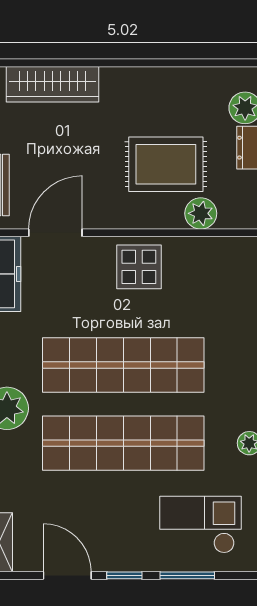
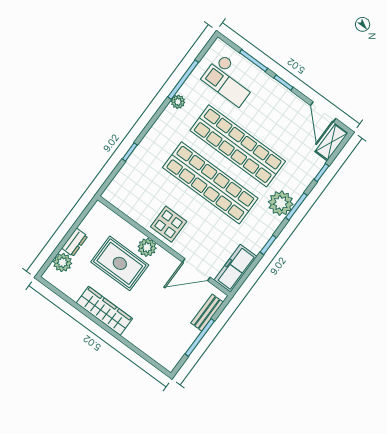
wardrobe: (52, 84) -> (104, 311), moved
plant: (201, 213) -> (147, 247), moved
door: (67, 575) -> (323, 112), moved

